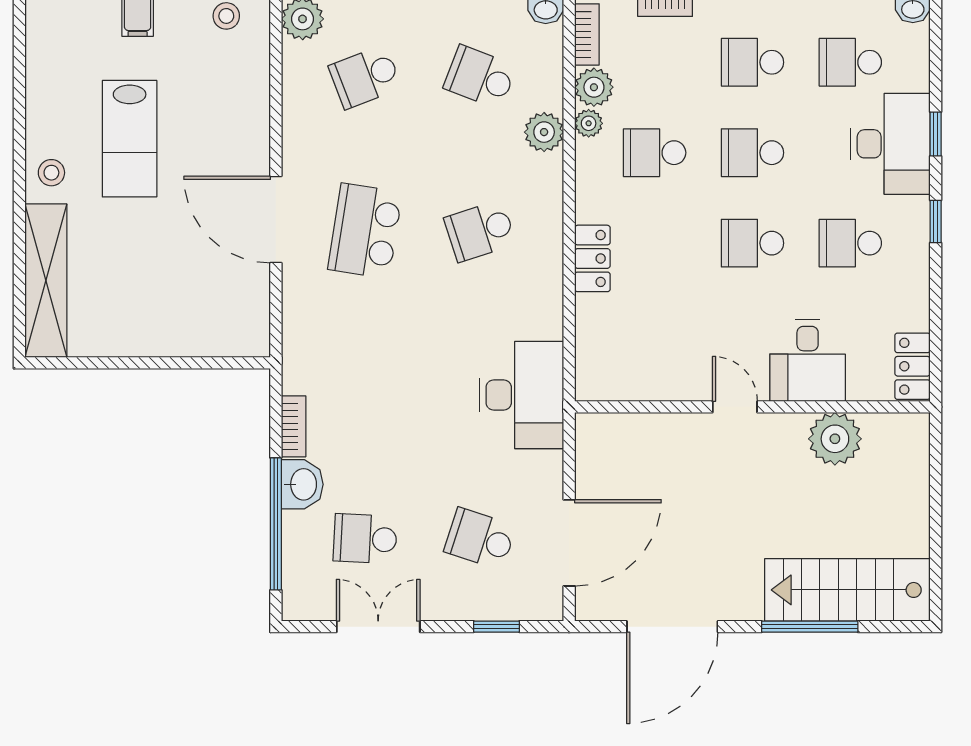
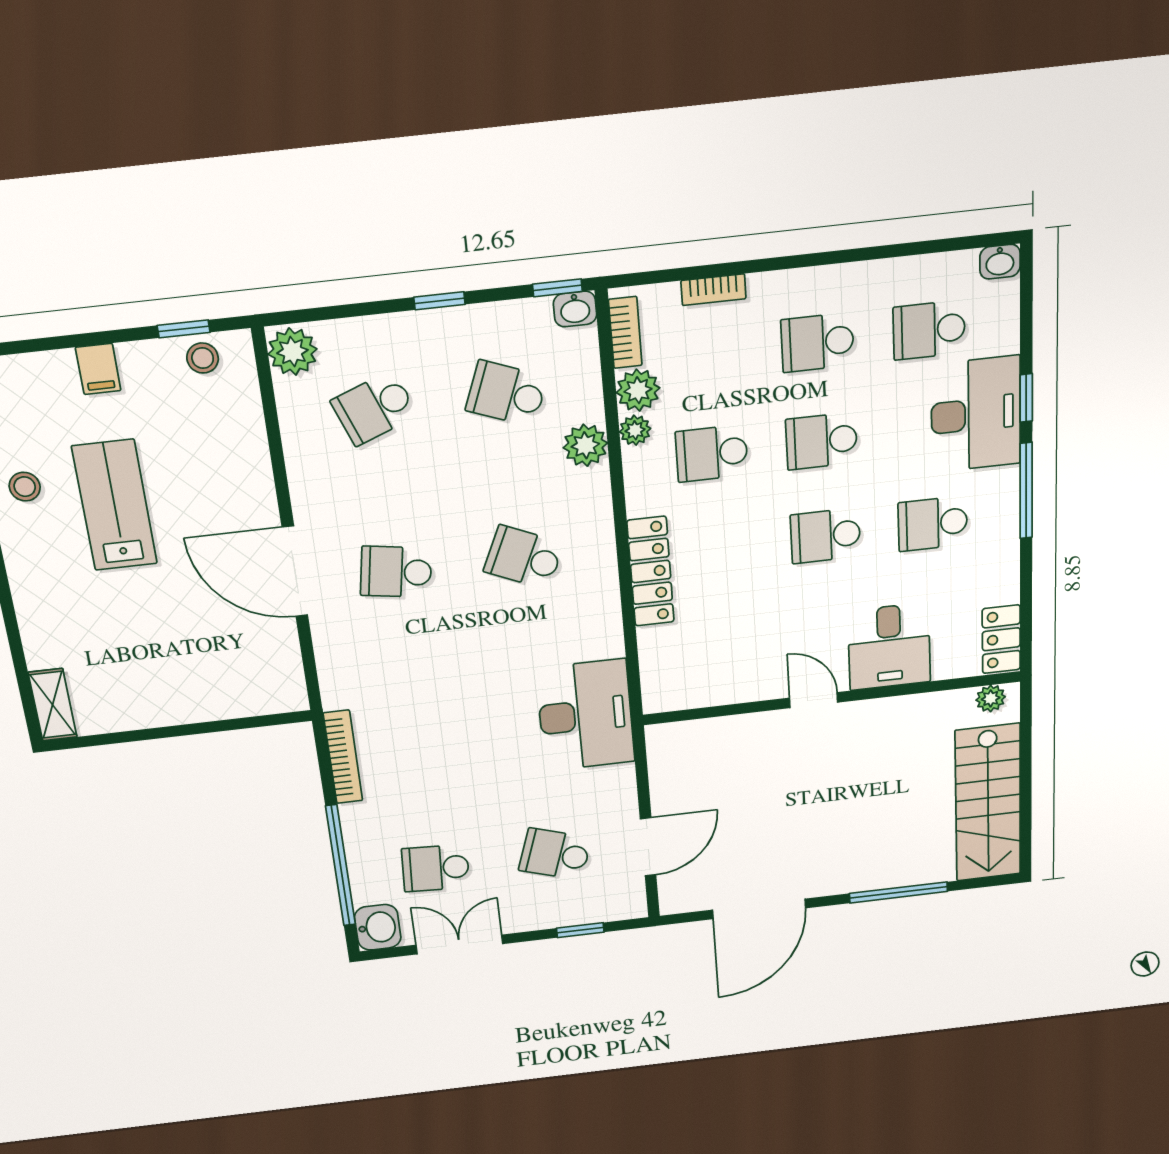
lab bench: (130, 139) -> (115, 505), turned 180
stool: (51, 173) -> (25, 487), moved
window: (936, 222) -> (1026, 491), width x2.17
school desk: (365, 231) -> (396, 572), width x0.54
school desk: (480, 231) -> (524, 557), turned 42
locker: (592, 258) -> (651, 571), width x1.53
shelving: (46, 281) -> (53, 705), width x0.45, depth x0.75
bookcase: (294, 426) -> (343, 757), width x1.56
plant: (835, 439) -> (991, 698), moved, width x0.53, depth x0.53
washbasin: (302, 484) -> (378, 927), moved
door: (569, 543) -> (648, 847), width x0.73
stairs: (847, 590) -> (988, 803), moved, turned -90

